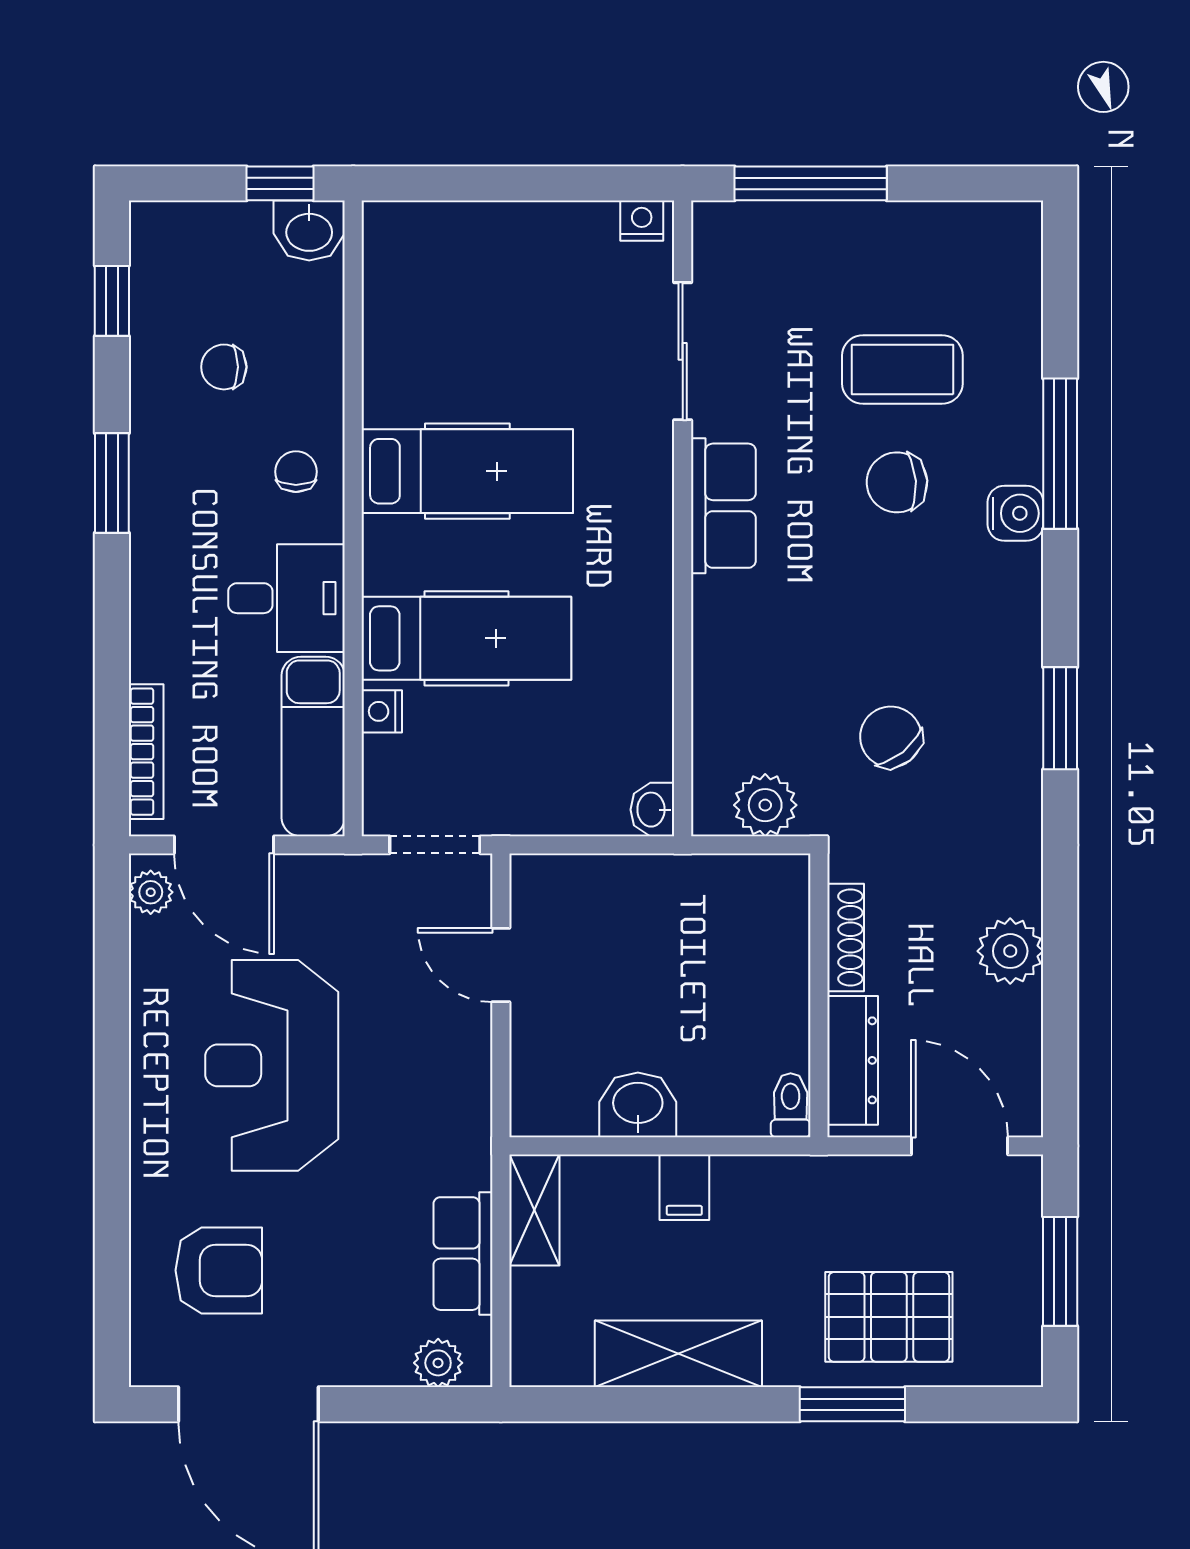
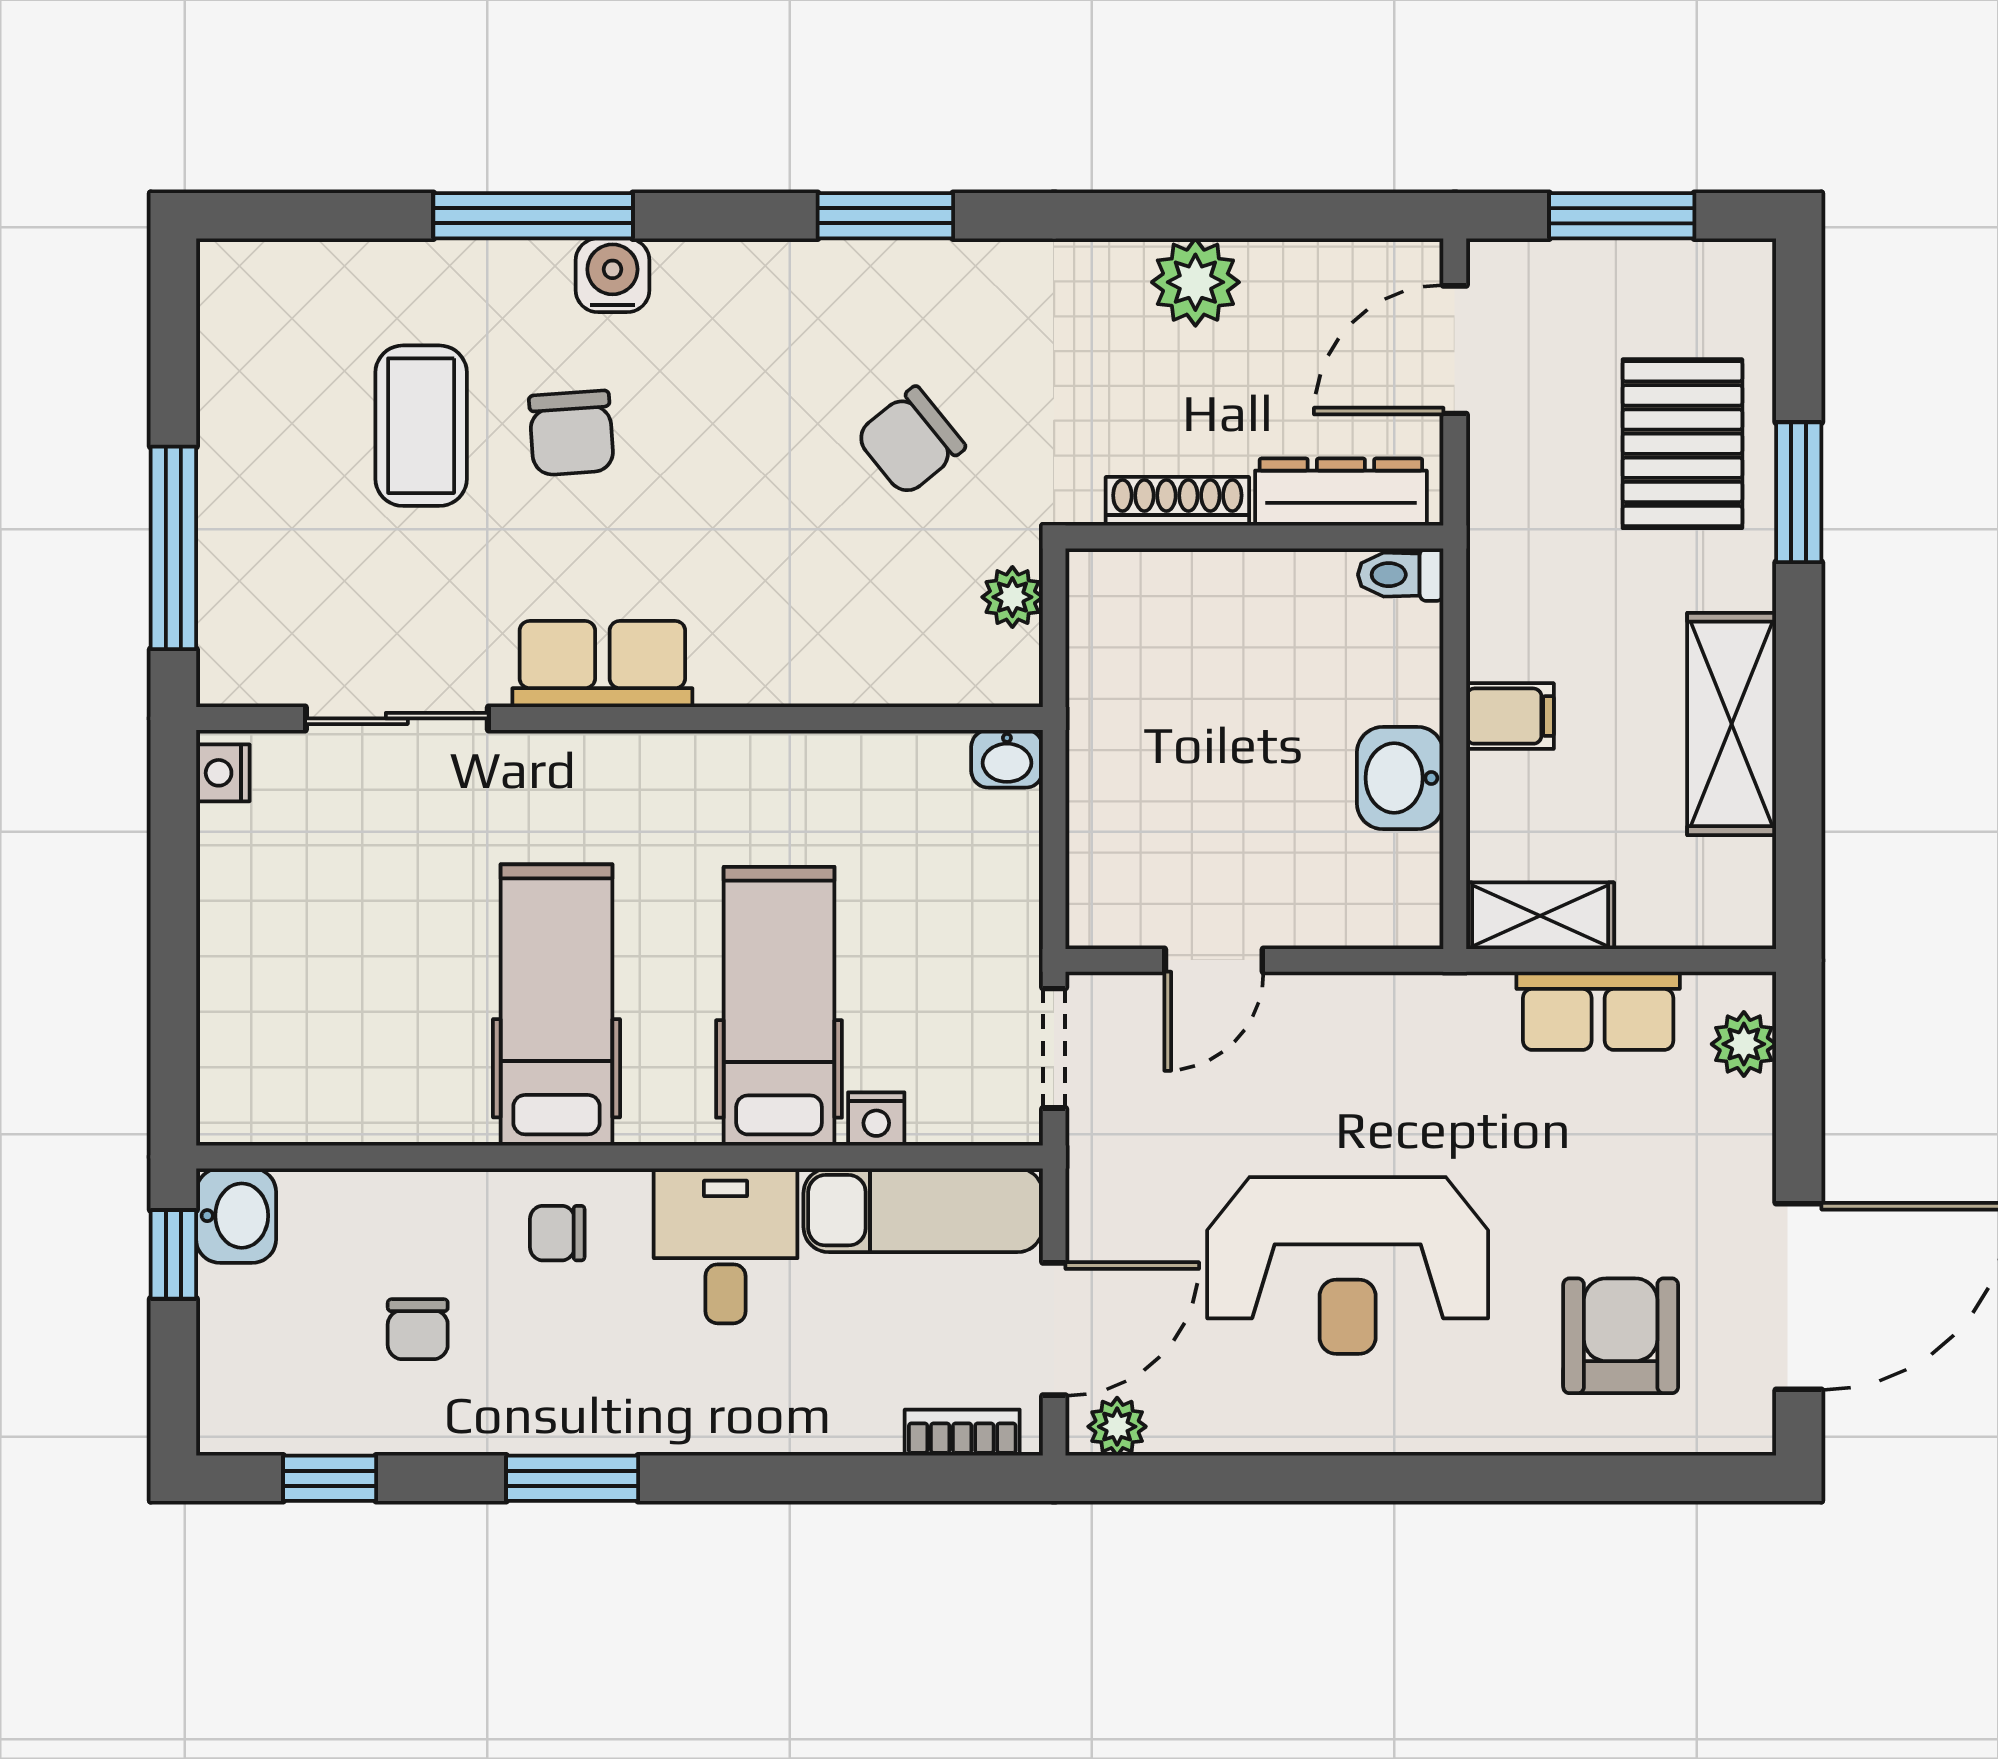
bookcase: (146, 752) -> (962, 1433), width x0.64
plant: (765, 805) -> (1012, 597), width x0.73, depth x0.73

